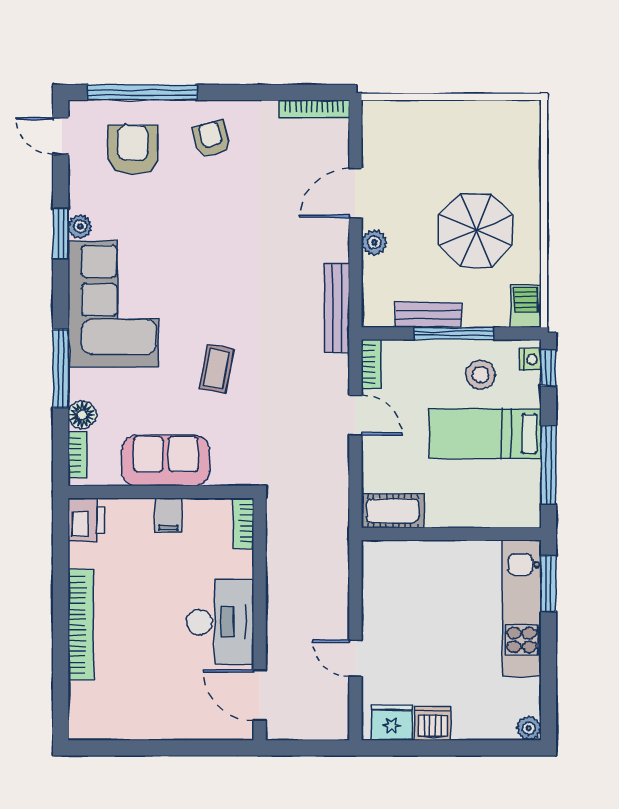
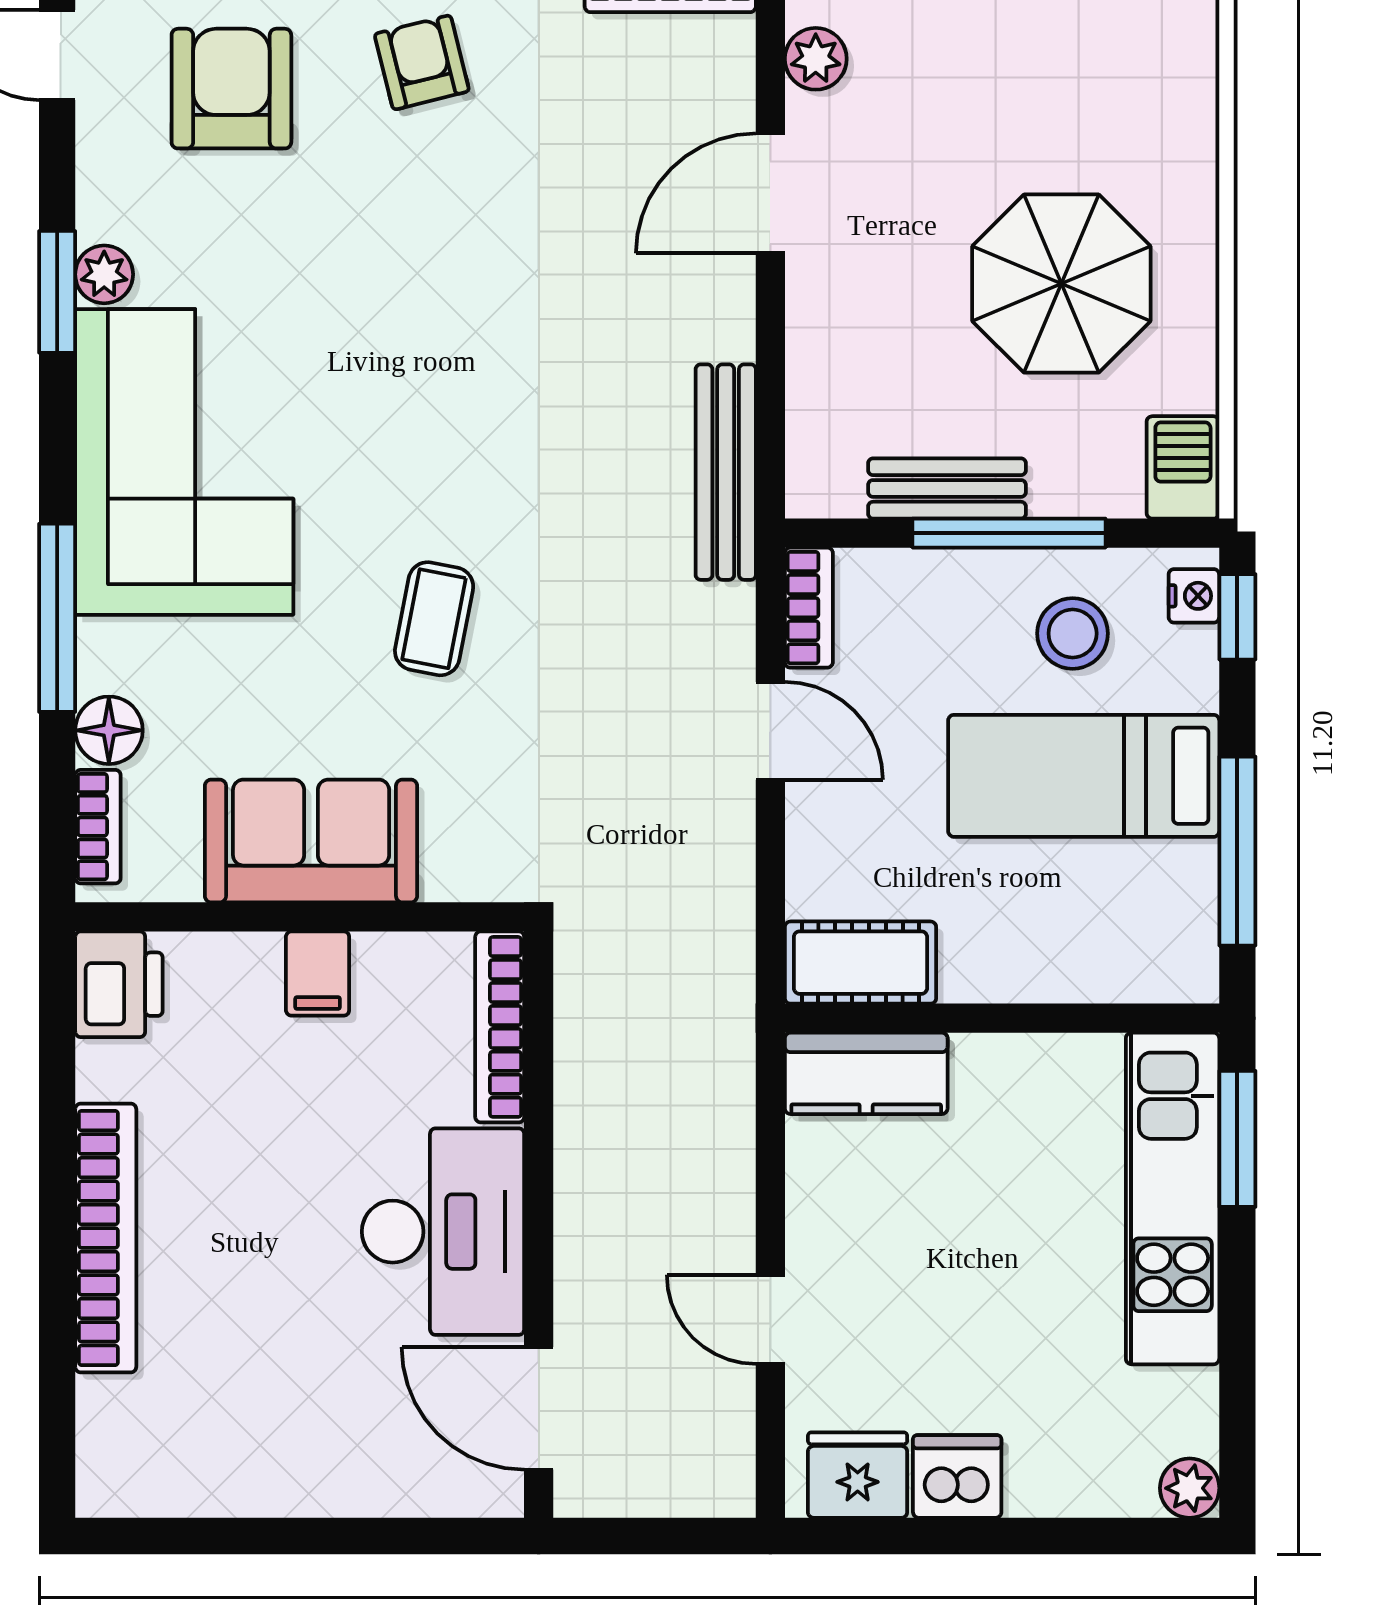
plant: (374, 242) -> (816, 59), moved
bookcase: (244, 523) -> (500, 1027), width x1.56
kitchen counter: (395, 557) -> (866, 1073), added

